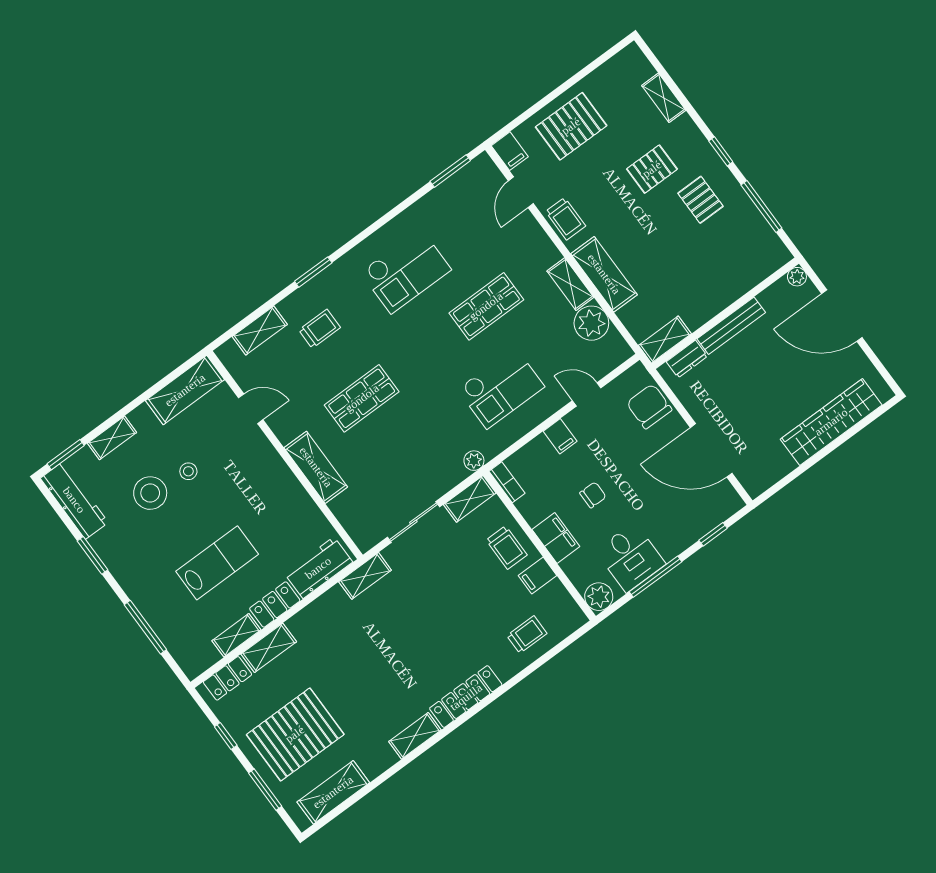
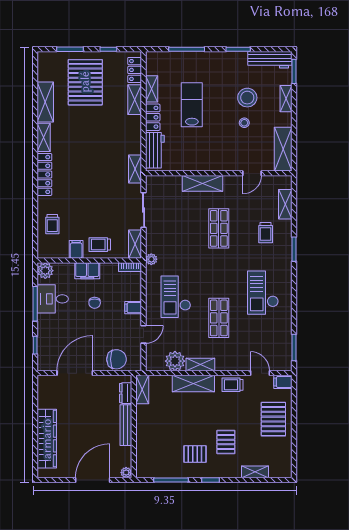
lab bench: (217, 563) -> (192, 105), turned 180
shelving: (333, 792) -> (45, 102), moved

